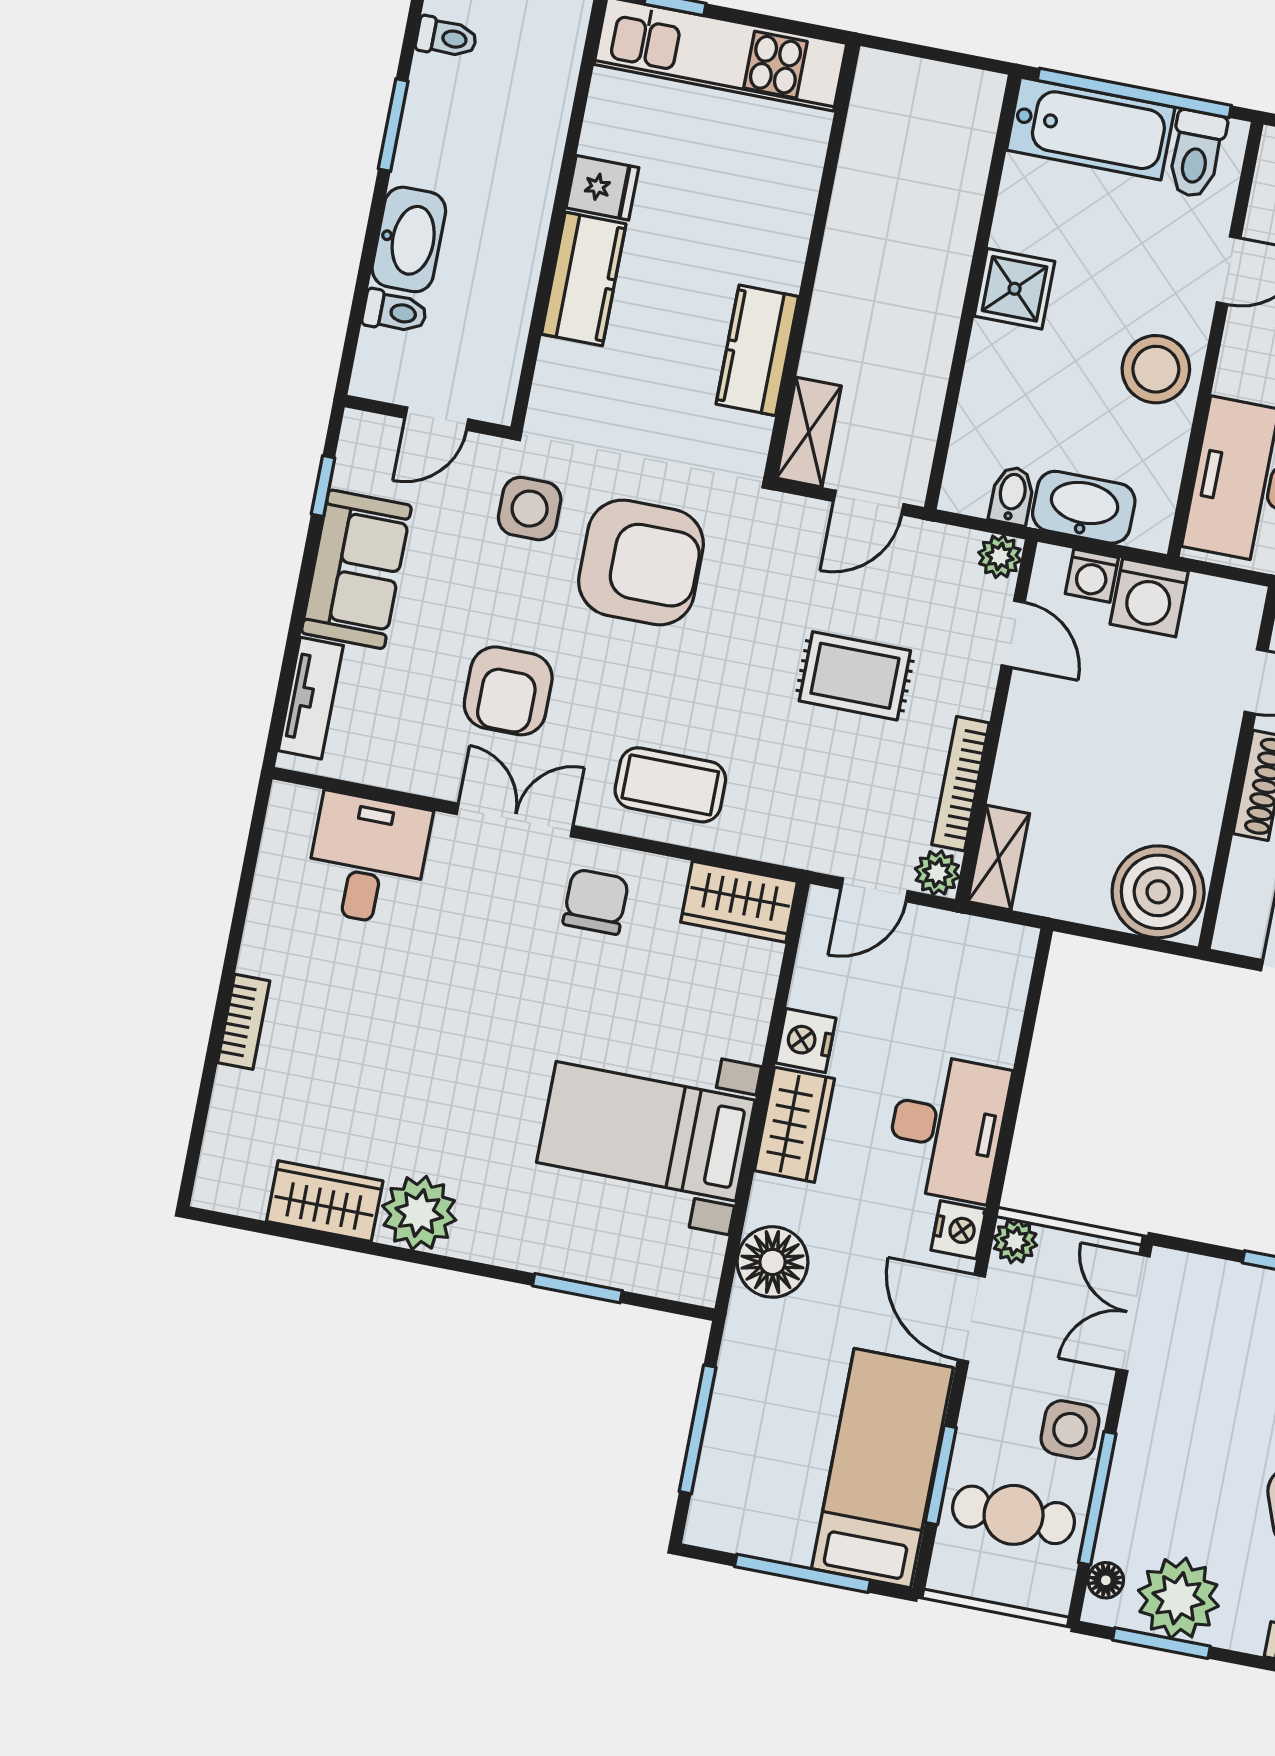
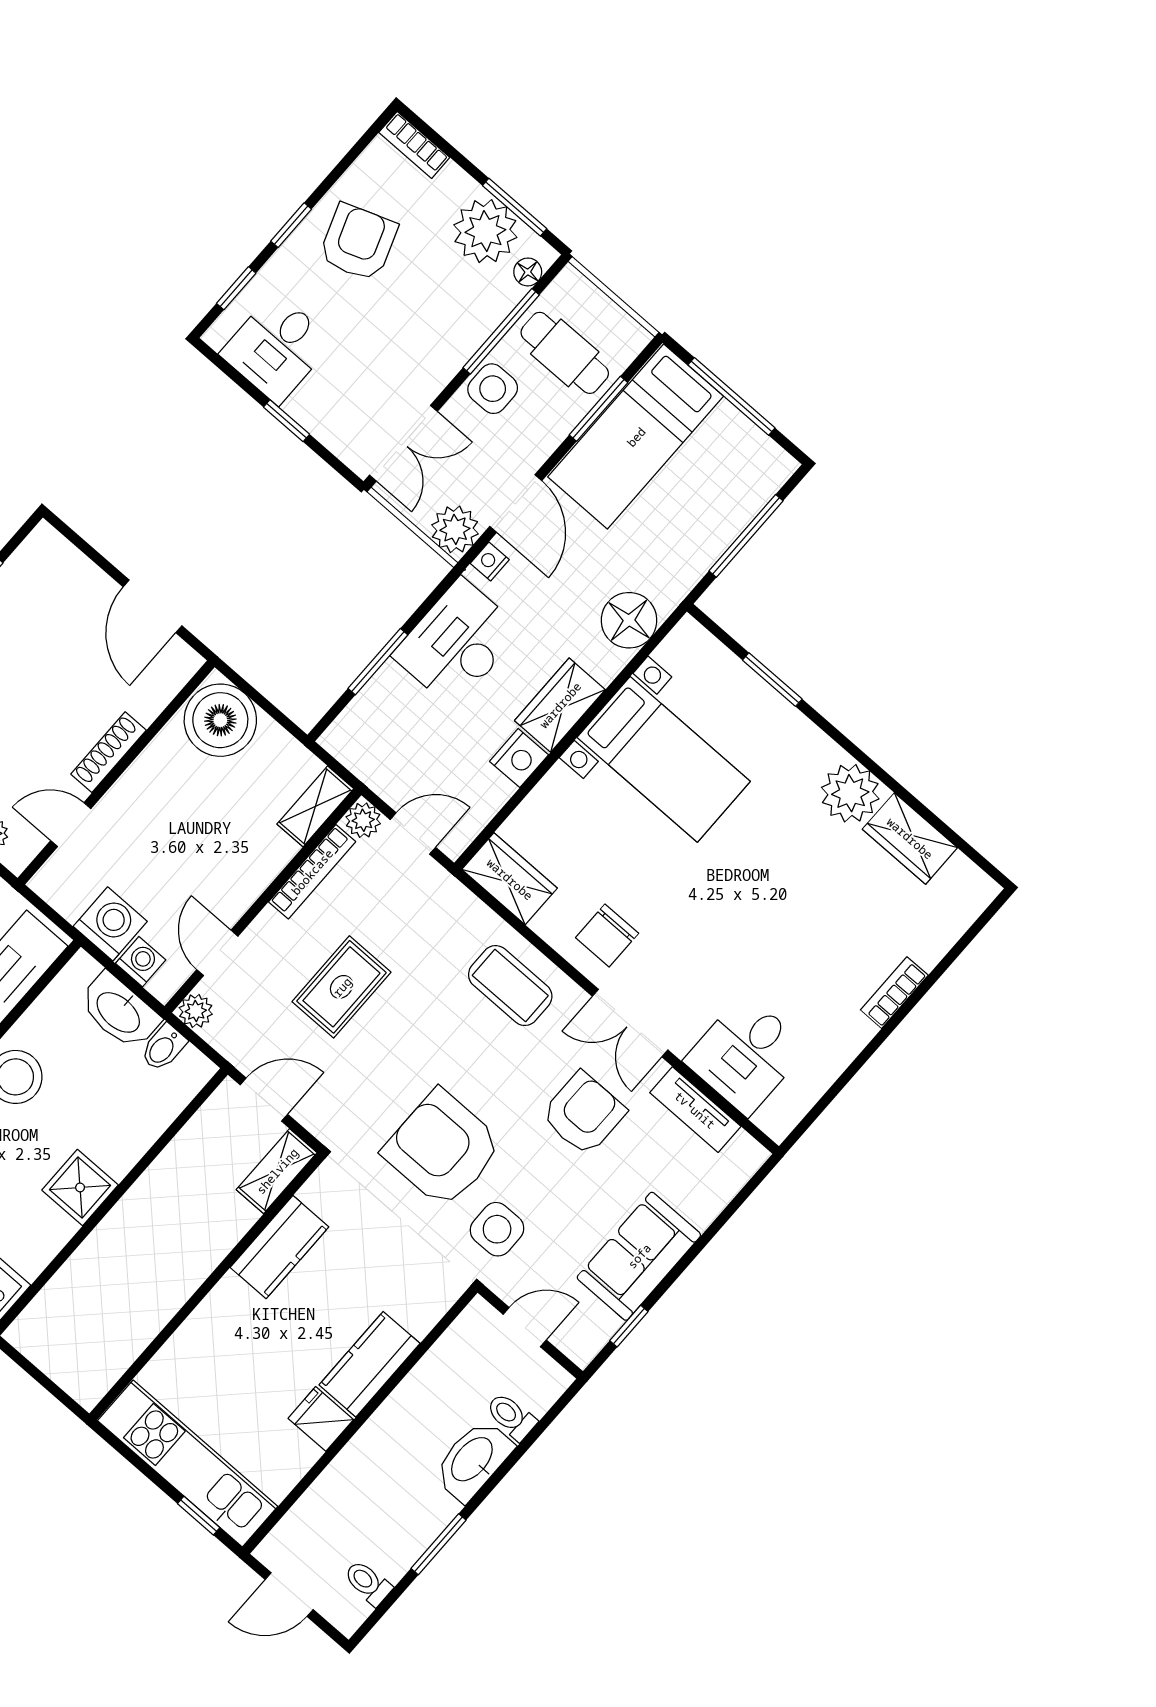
rug: (855, 676) -> (342, 987), turned 90
tv unit: (311, 698) -> (695, 1110), moved, turned -90
window: (1022, 1057) -> (378, 662), added
nightstand: (958, 1230) -> (490, 562), width x0.72, depth x0.74
plant: (1015, 1241) -> (455, 529), width x1.38, depth x1.38

